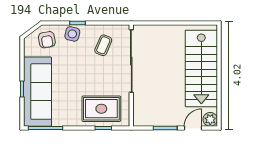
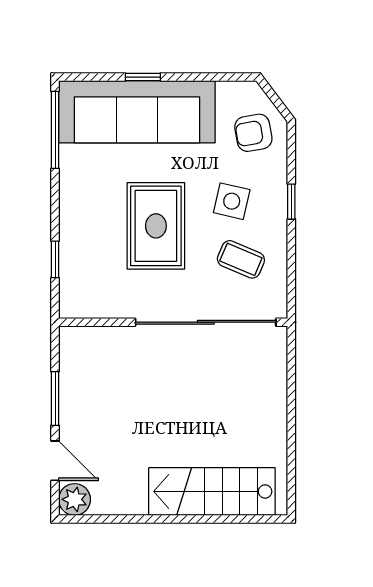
side table: (72, 34) -> (232, 201), moved
stairs: (201, 68) -> (212, 491), width x0.73, depth x0.66
rug: (101, 109) -> (156, 226), moved

